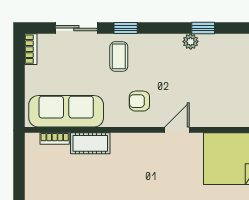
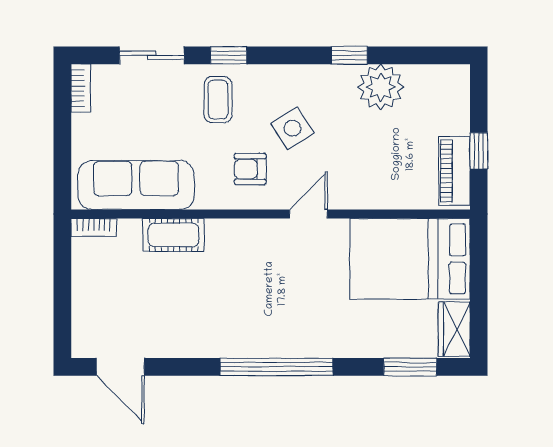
plant: (191, 42) -> (381, 87), moved, width x1.88, depth x1.88
side table: (167, 75) -> (292, 128), added
bookcase: (55, 139) -> (94, 227), moved

